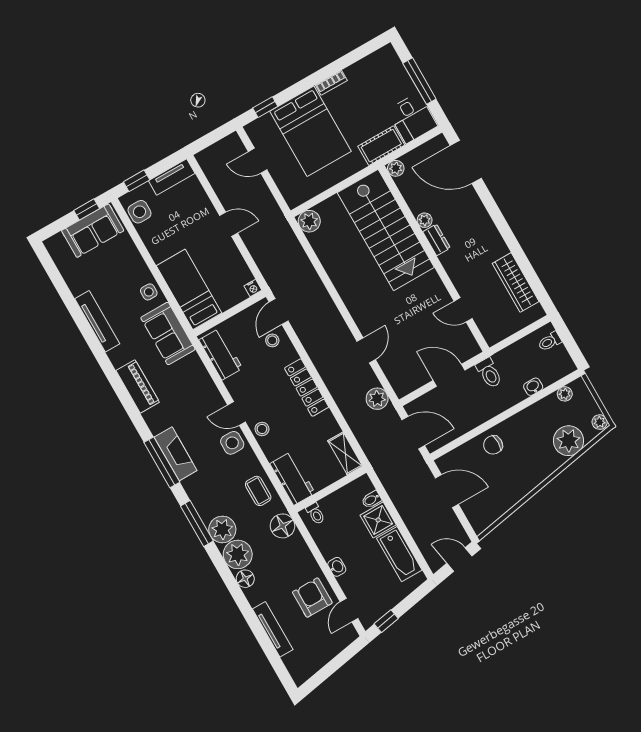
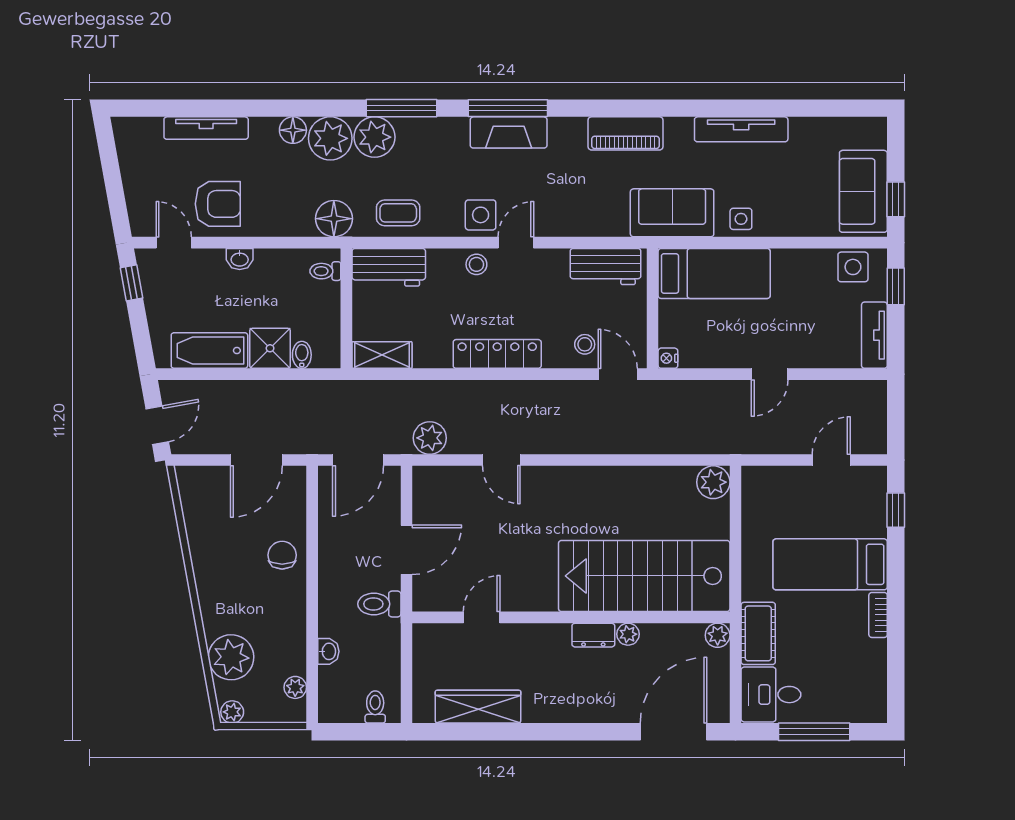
bed: (311, 131) -> (830, 564), width x0.67

